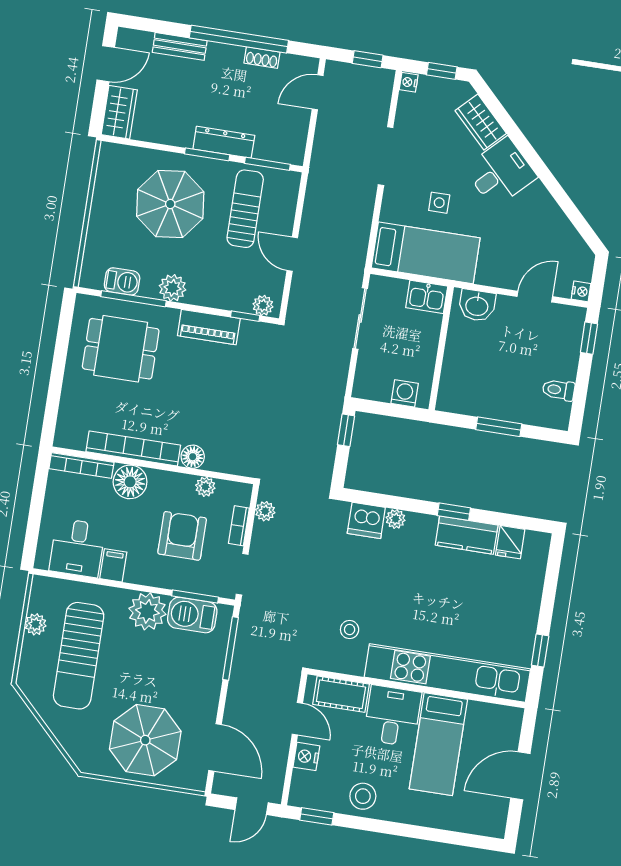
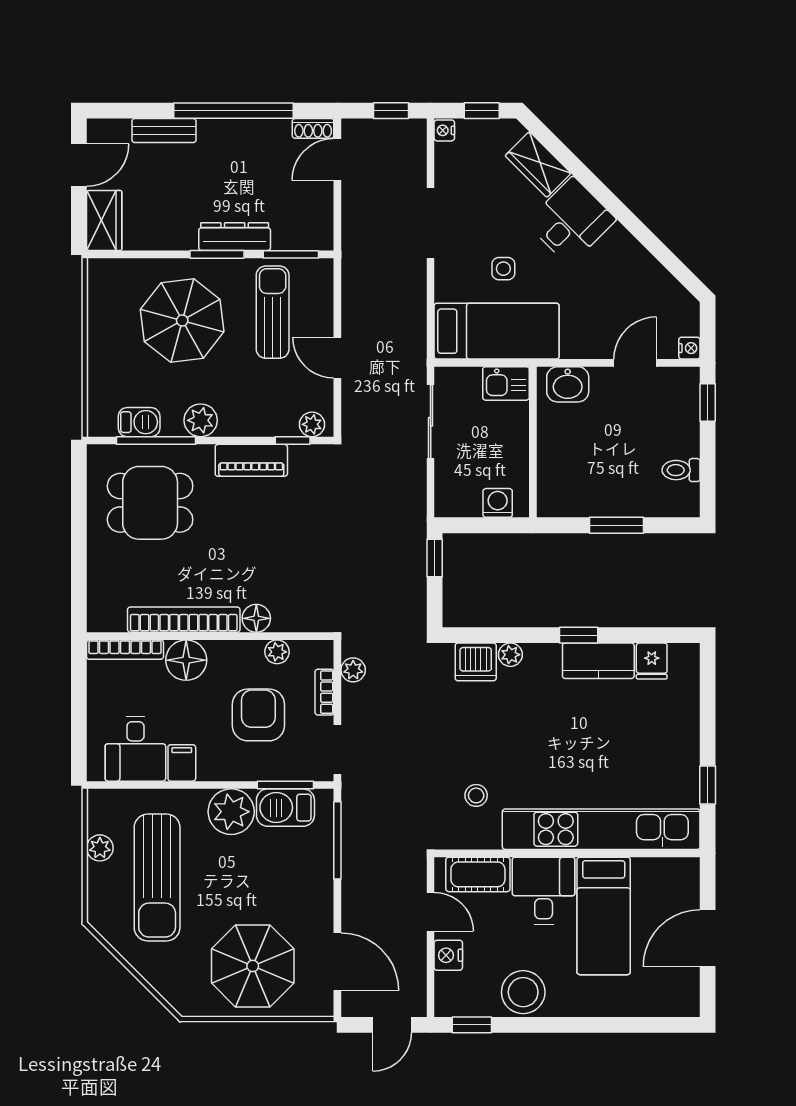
shoe rack: (262, 58) -> (313, 128), moved
stool: (363, 796) -> (523, 992), width x1.38, depth x1.38

